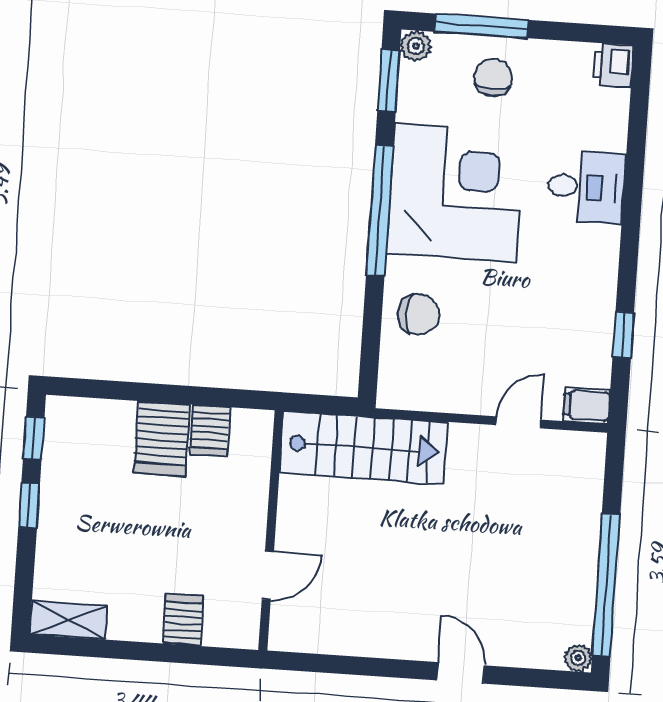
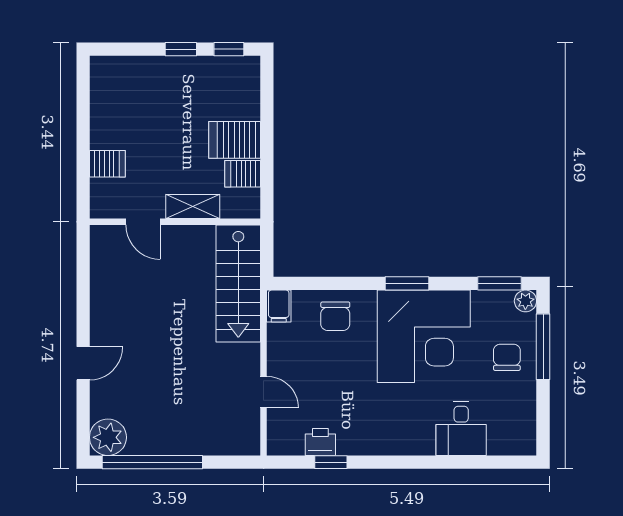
printer: (613, 65) -> (320, 442), moved
chair: (493, 78) -> (507, 357), turned -90
desk: (586, 187) -> (461, 429), moved
window: (380, 211) -> (407, 283), width x0.47
filing cabinet: (587, 406) -> (279, 306), moved, turned 180
shelving: (68, 620) -> (193, 207), moved, turned 90
plant: (578, 658) -> (108, 437), width x1.88, depth x1.88

